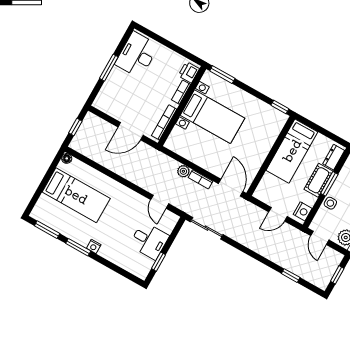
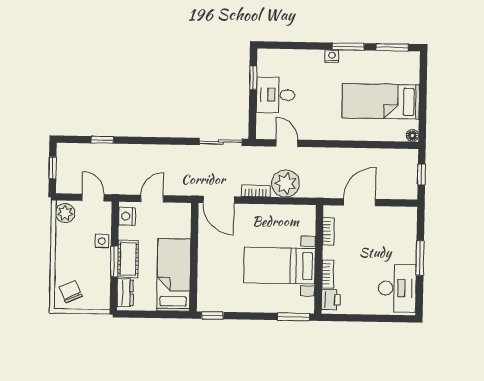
bookcase: (164, 122) -> (328, 231), width x0.64
plant: (183, 171) -> (286, 183), width x1.87, depth x1.87

